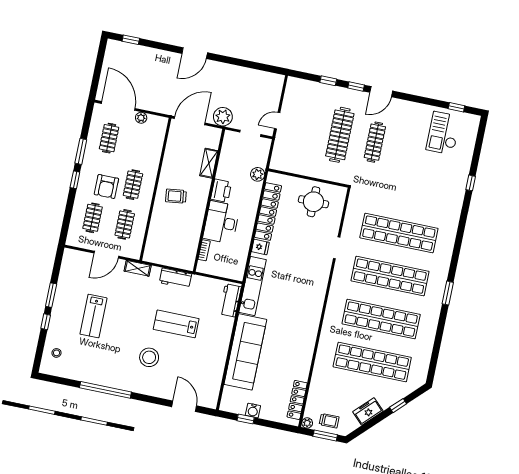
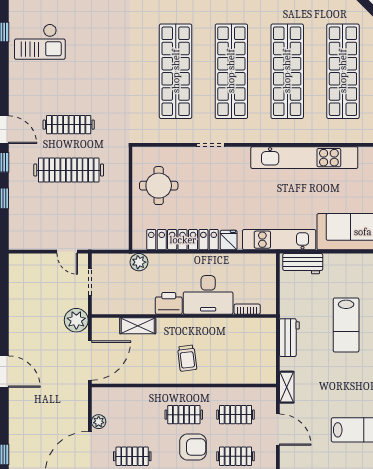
door: (190, 121) -> (90, 360), swing flipped
kitchen unit: (312, 318) -> (304, 158), added

